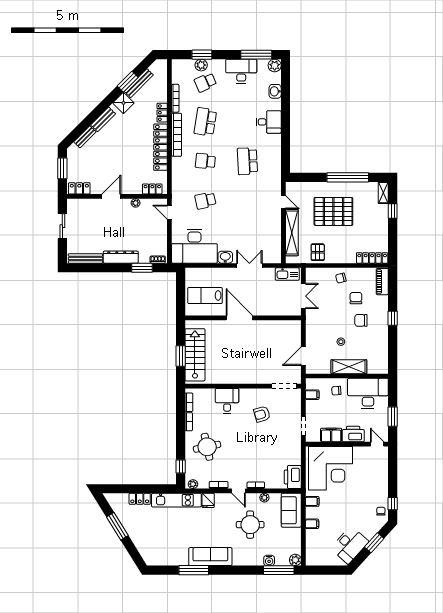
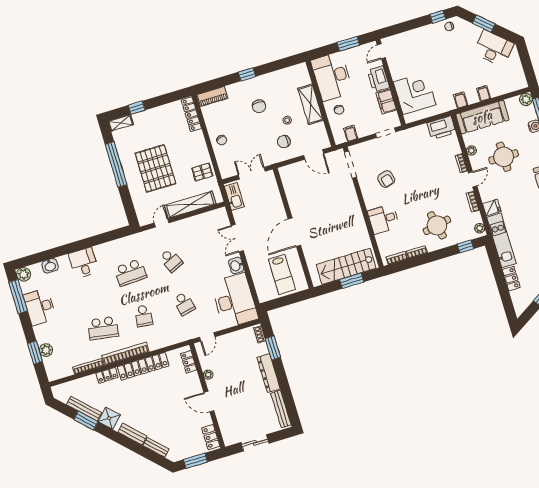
school desk: (205, 82) -> (171, 260), moved
chair: (356, 298) -> (284, 142), moved
corner desk: (331, 468) -> (415, 93), width x0.74, depth x0.74
sofa: (291, 510) -> (482, 117), width x1.36

